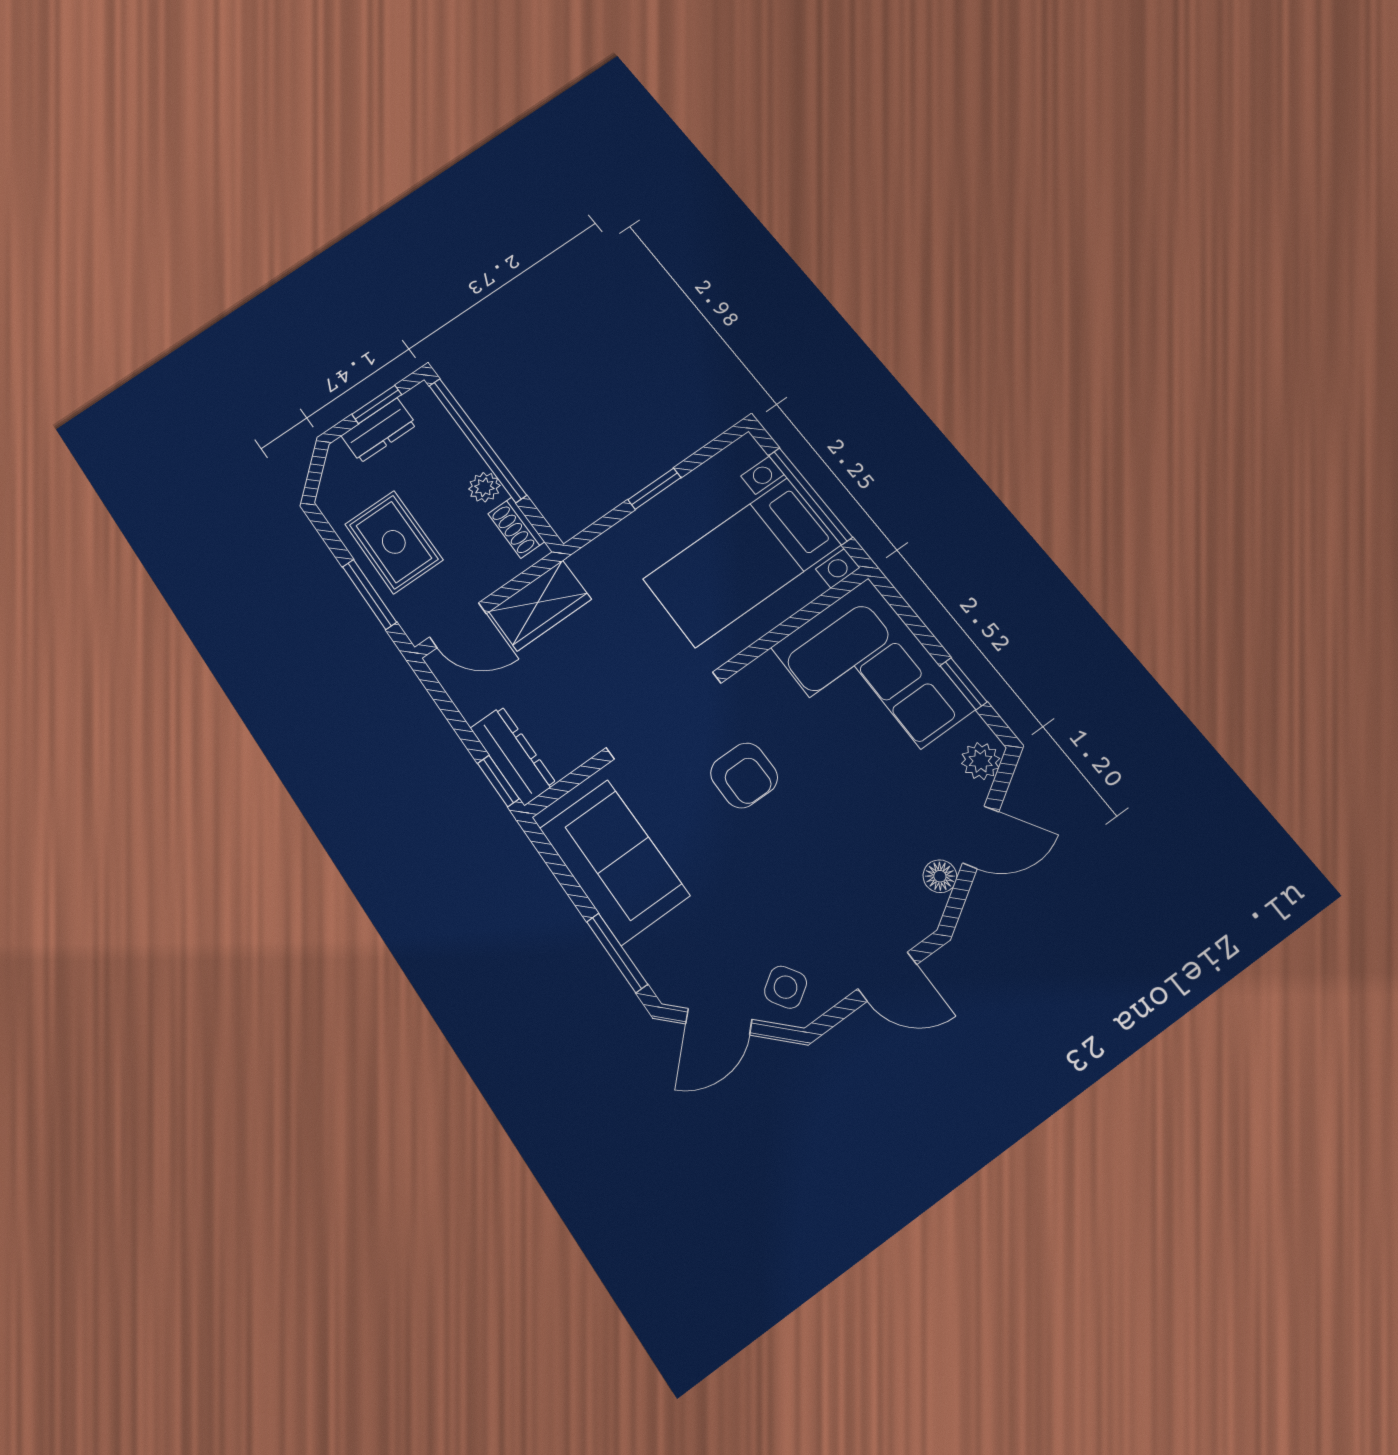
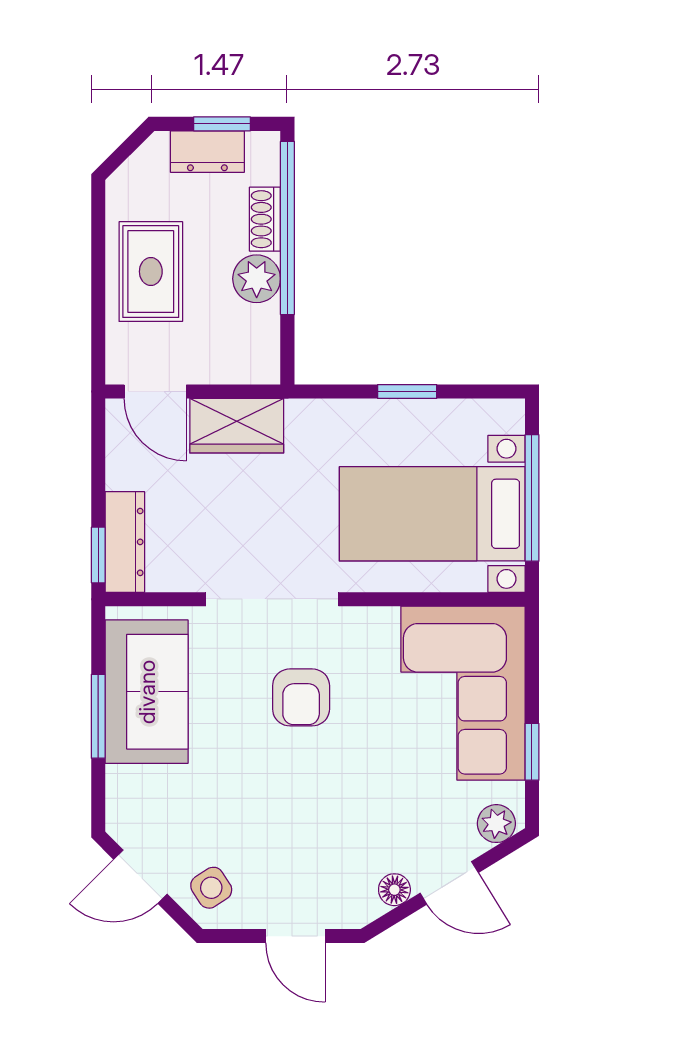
plant: (484, 487) -> (257, 279), width x1.38, depth x1.38
shoe rack: (516, 528) -> (265, 219), moved
window: (369, 594) -> (98, 306), removed
window: (617, 953) -> (98, 716), moved

